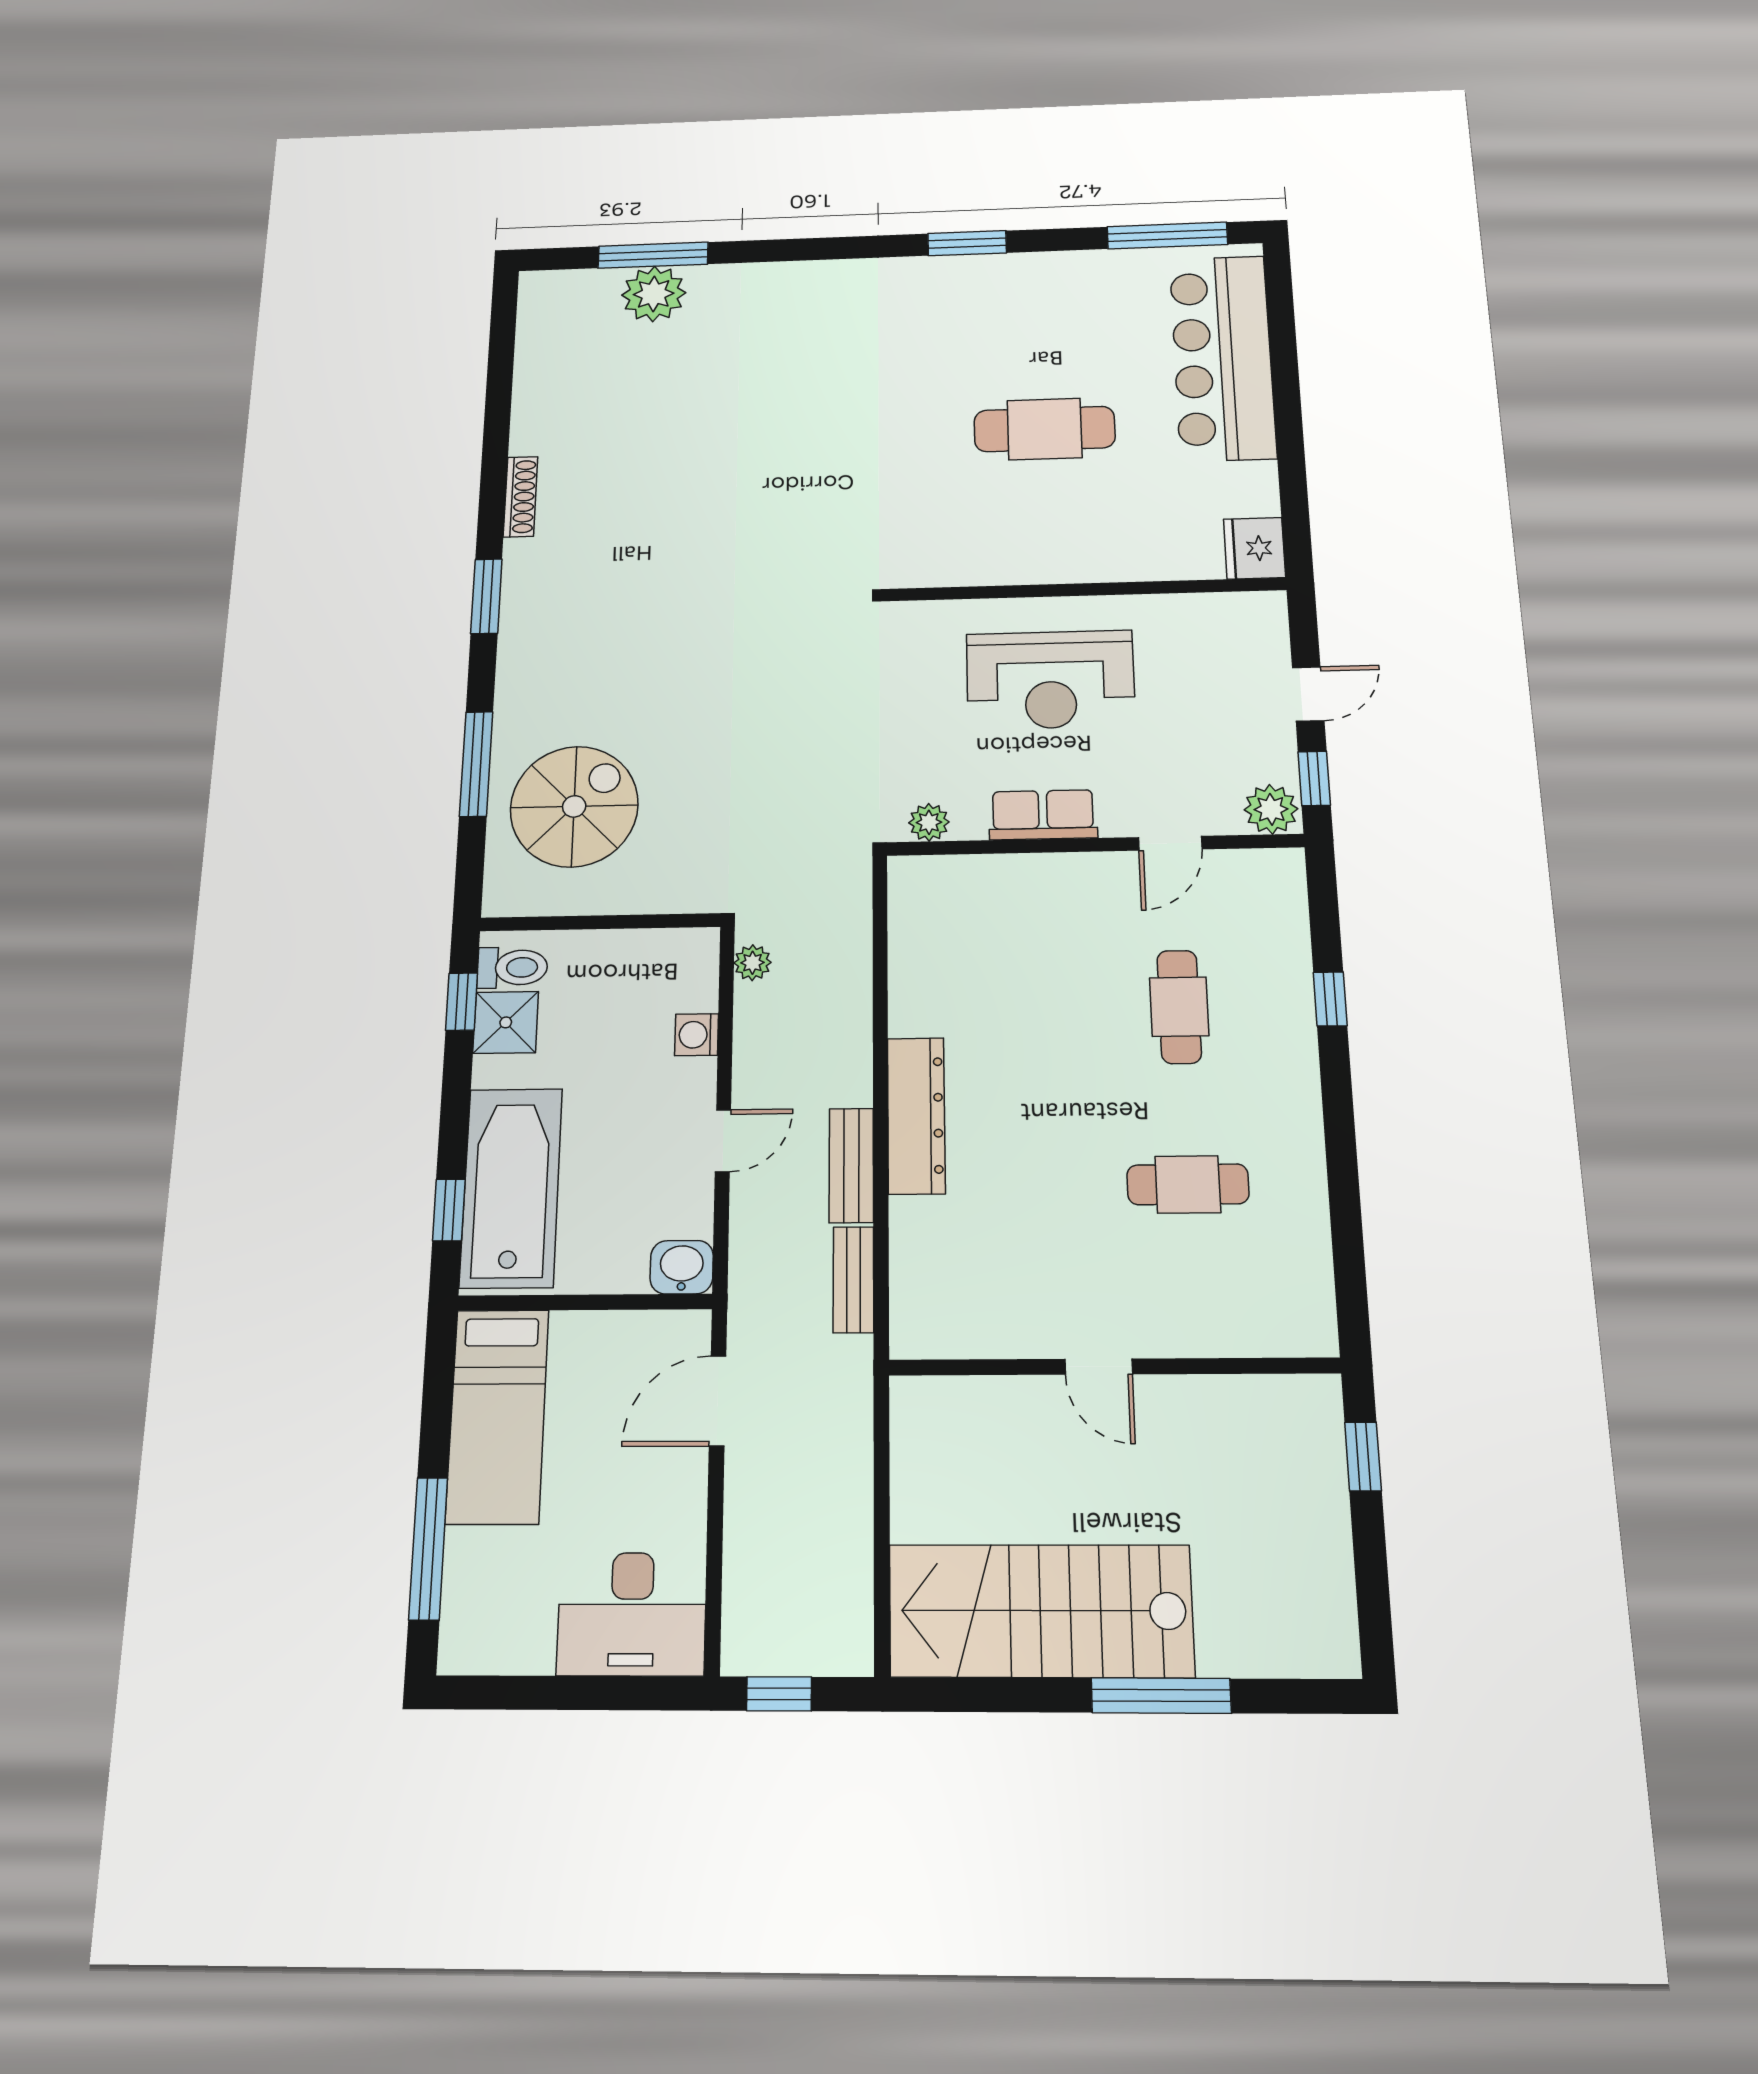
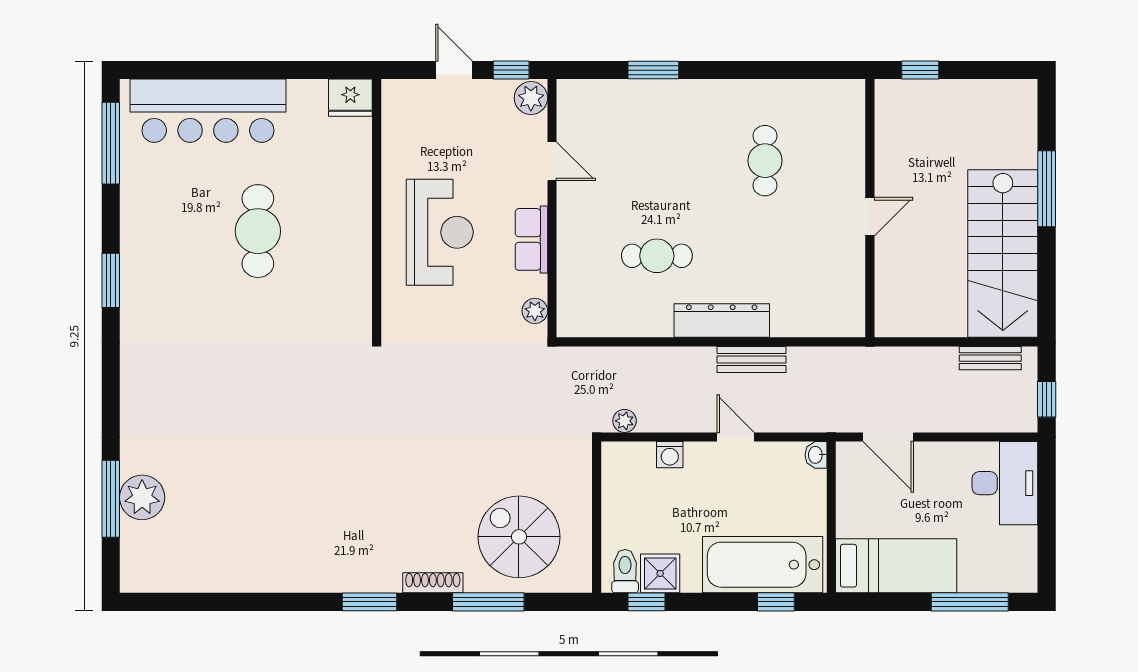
shoe rack: (521, 497) -> (433, 583), moved
window: (1330, 999) -> (653, 70), width x1.50
cafe table: (1179, 1007) -> (657, 256), moved
washbasin: (682, 1267) -> (816, 455), width x0.72, depth x0.69
bench: (853, 1280) -> (990, 358), moved

